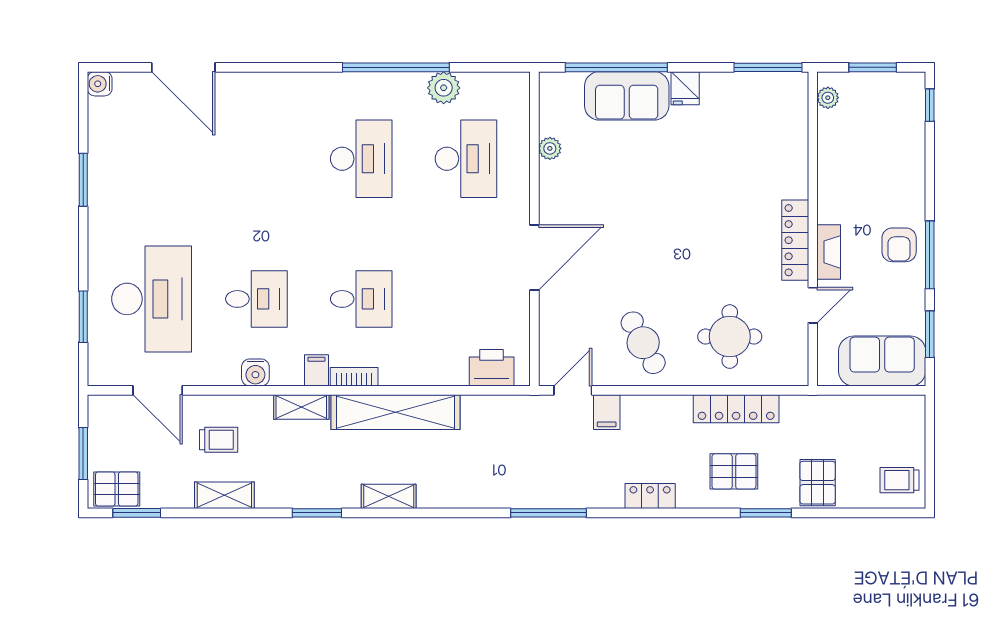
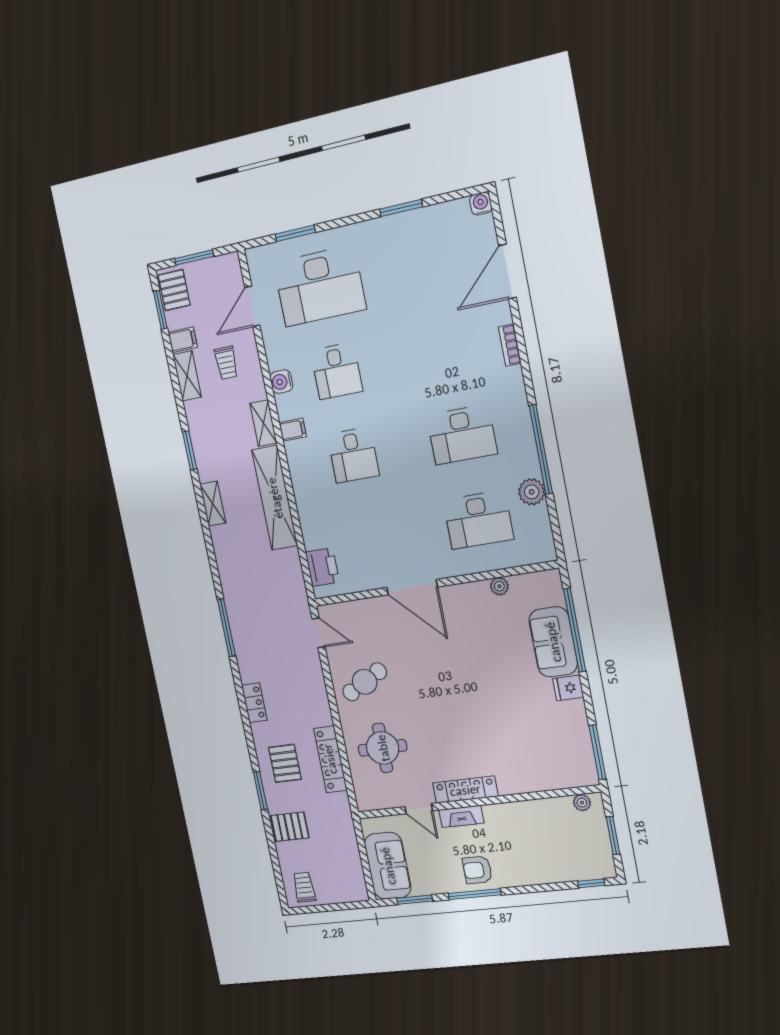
bookcase: (354, 377) -> (510, 345), moved, turned 180
filing cabinet: (607, 412) -> (183, 340), moved, turned 180

